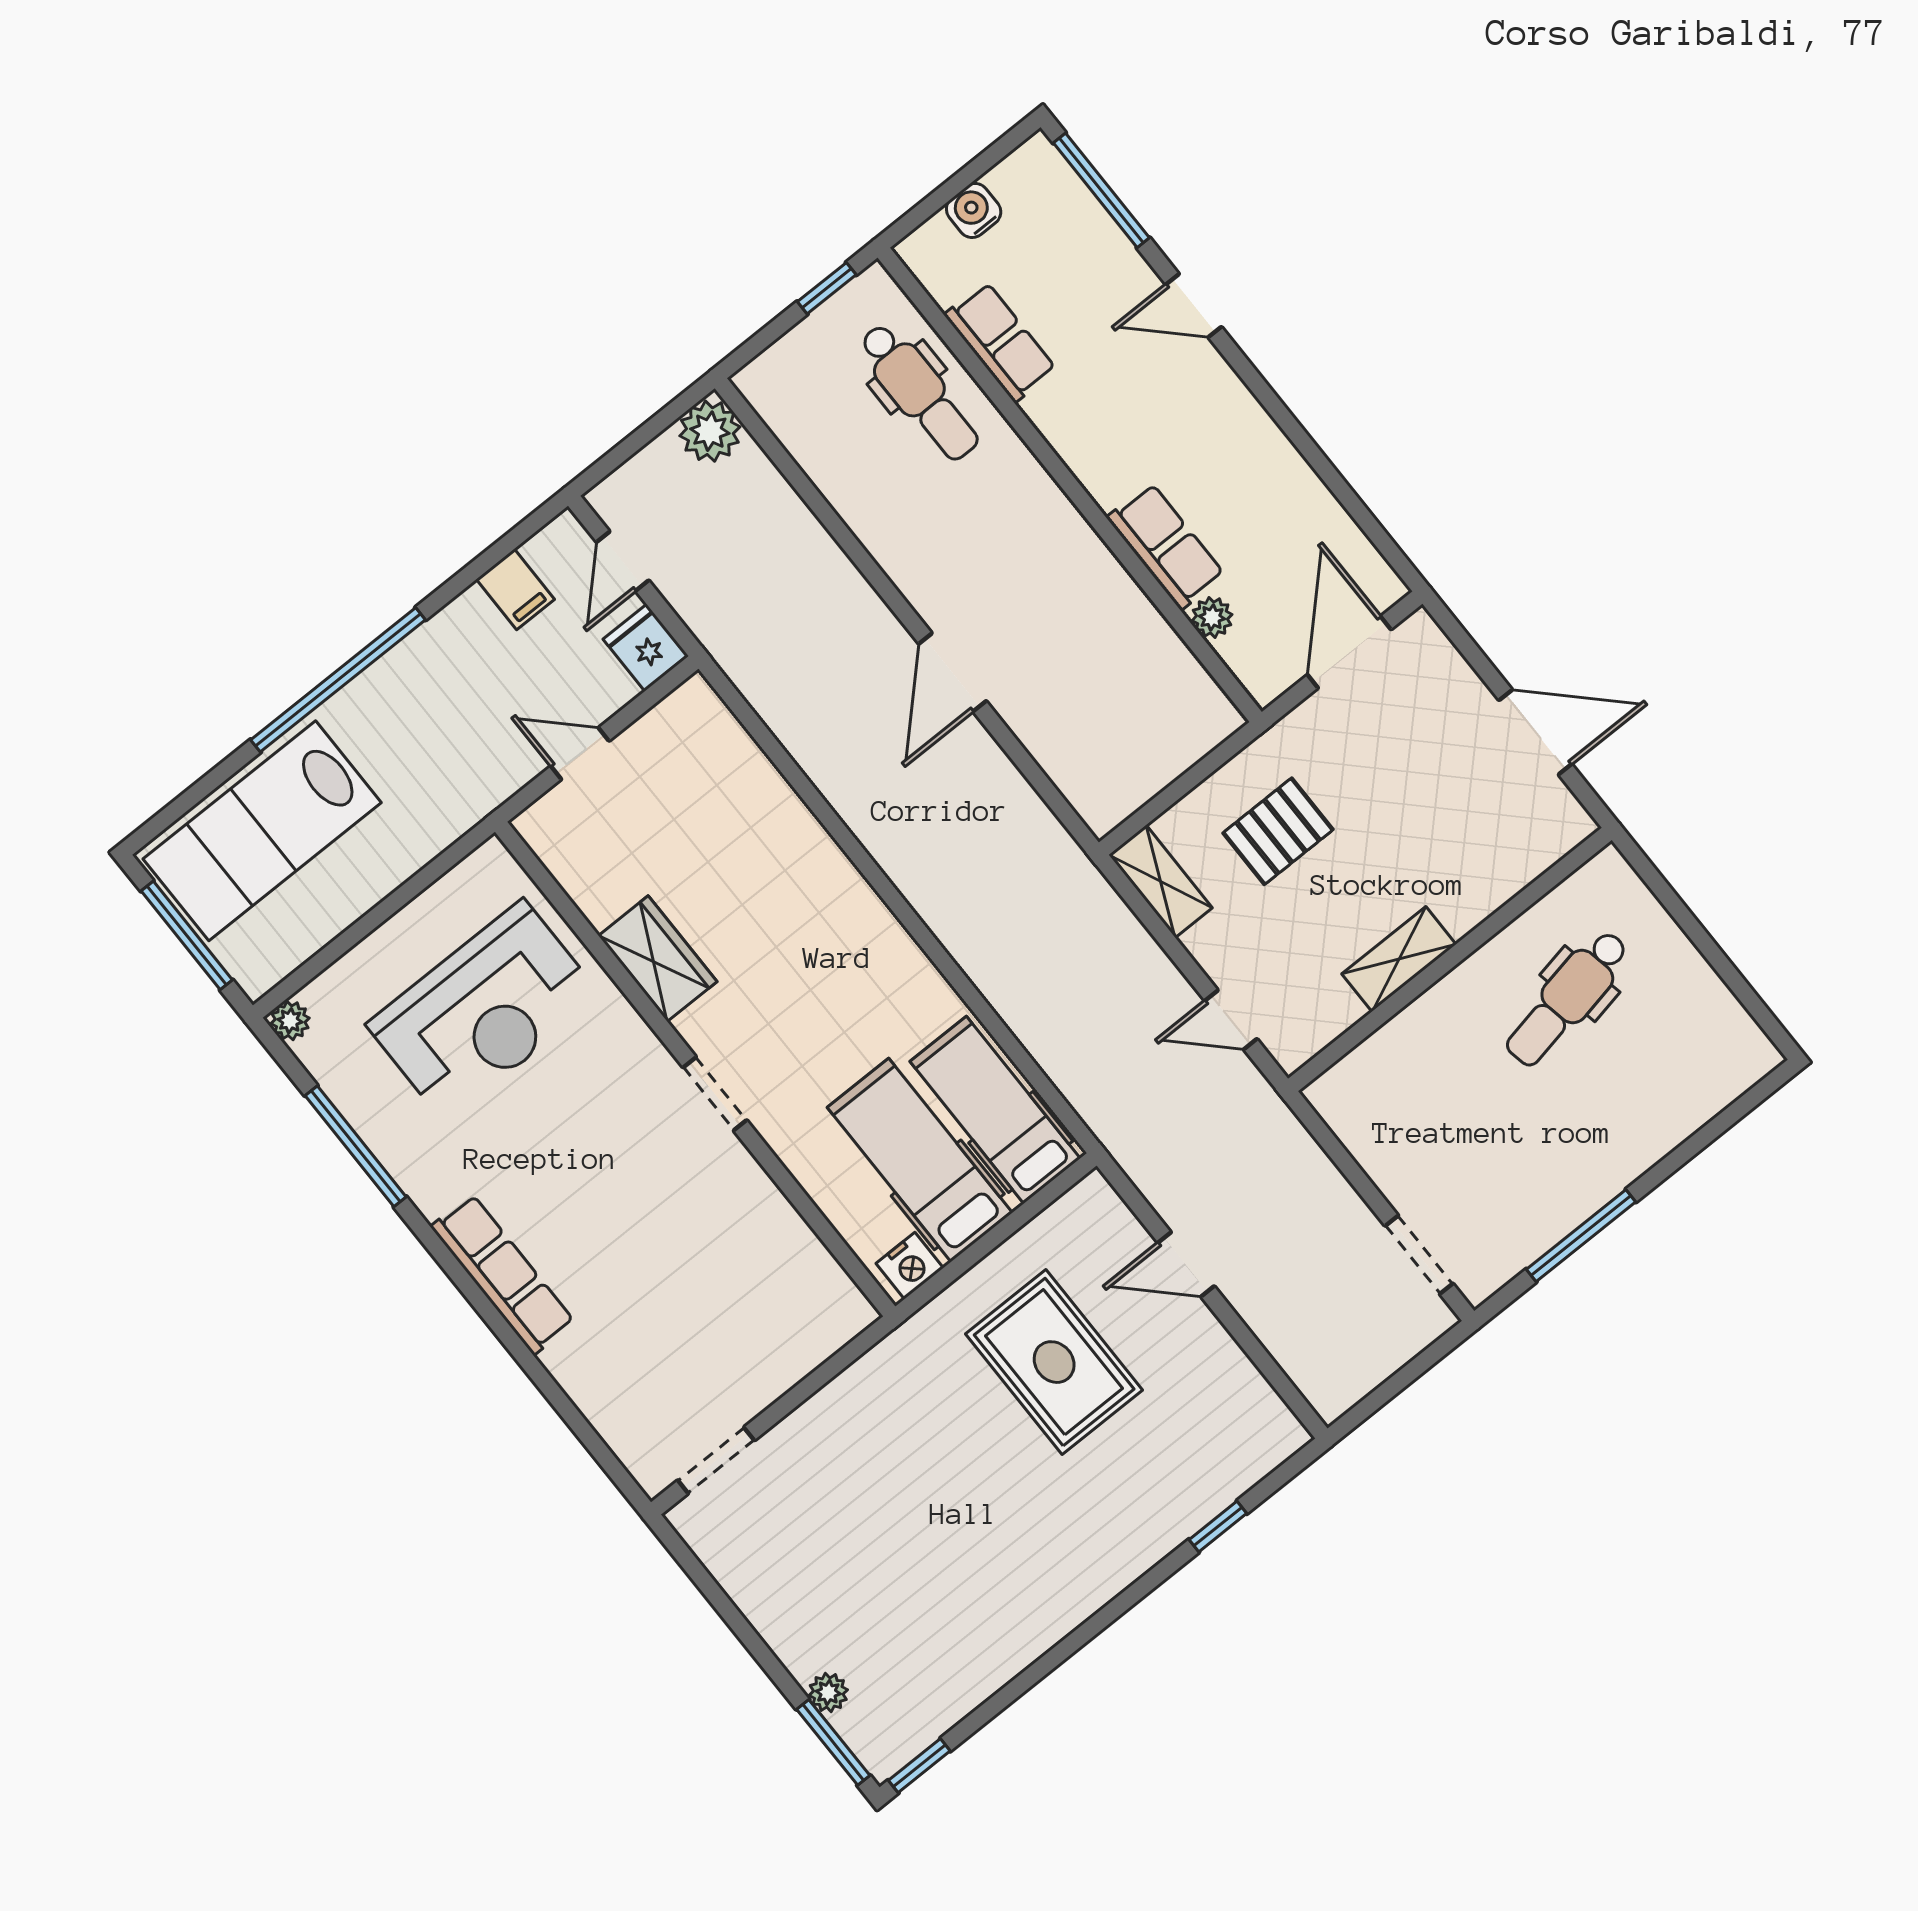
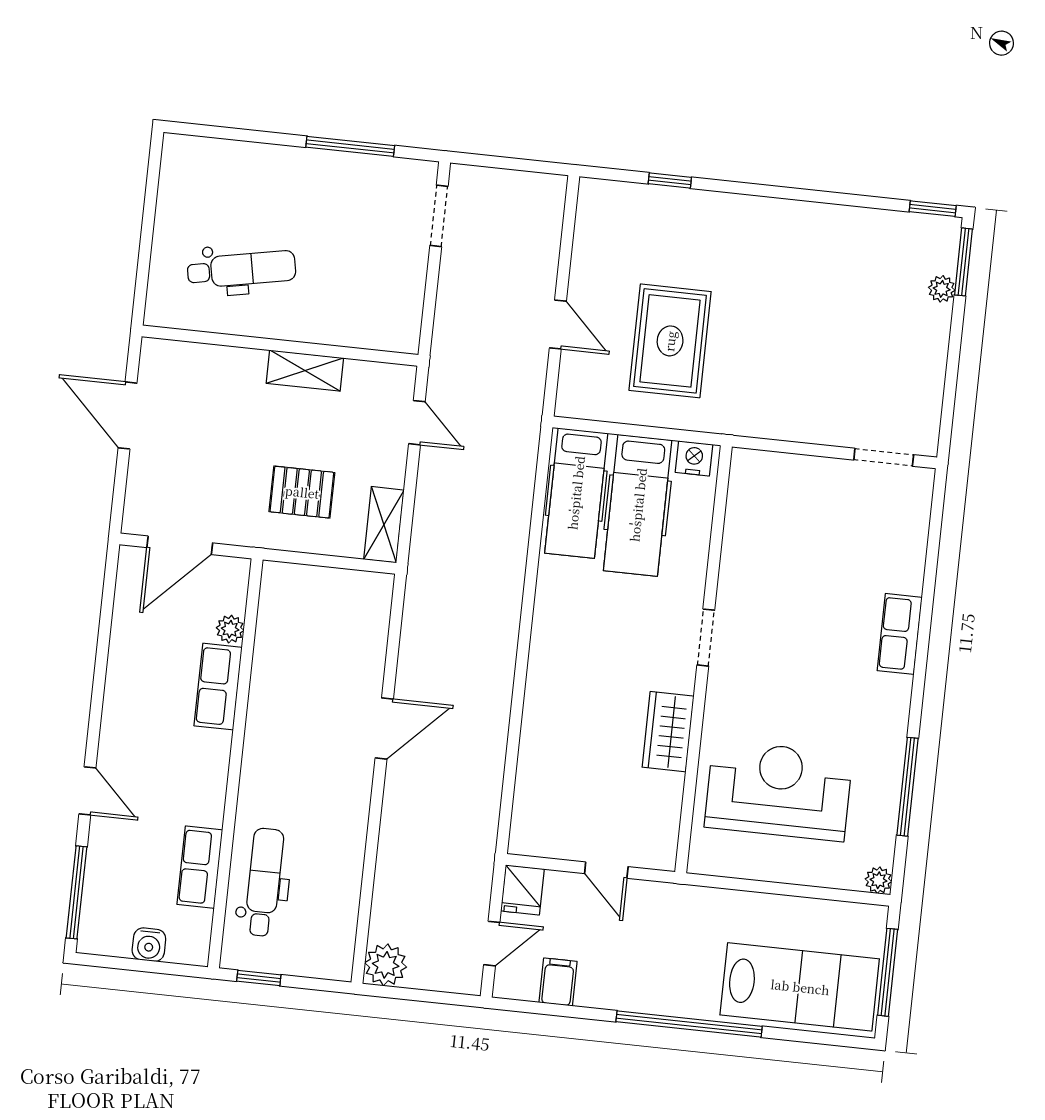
row of seats: (503, 1274) -> (900, 634), width x0.68

